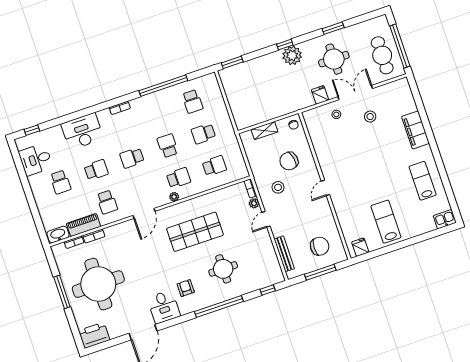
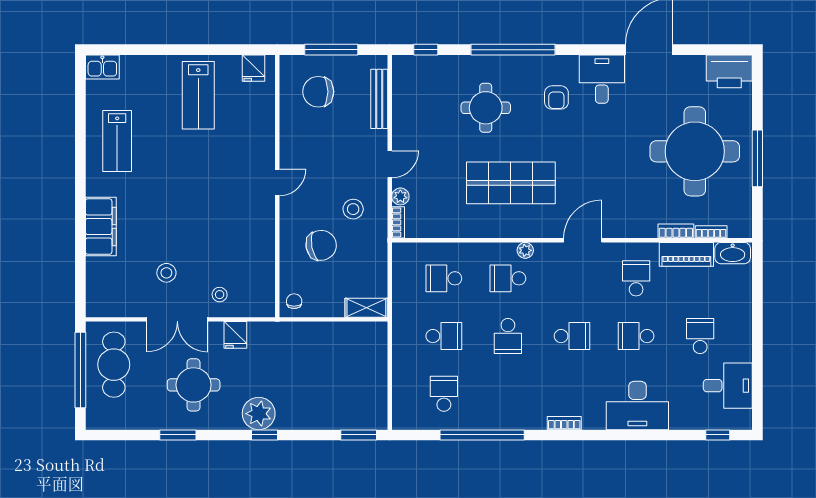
shelving: (264, 131) -> (366, 308), moved

